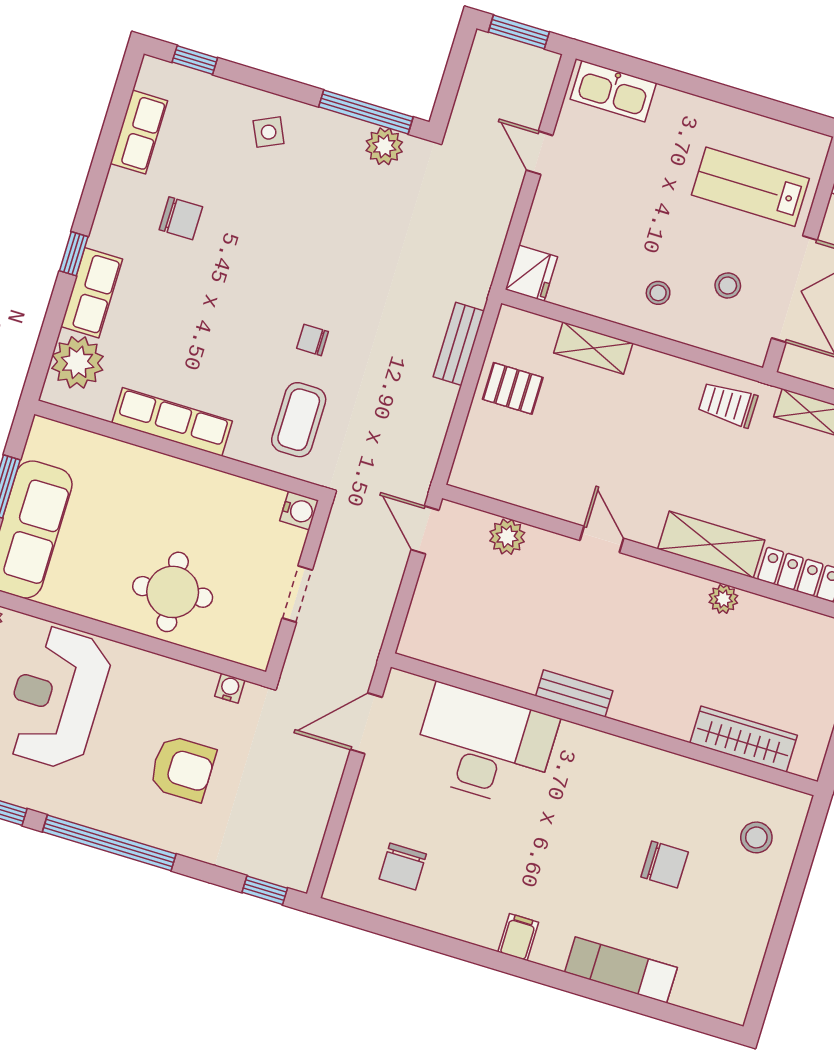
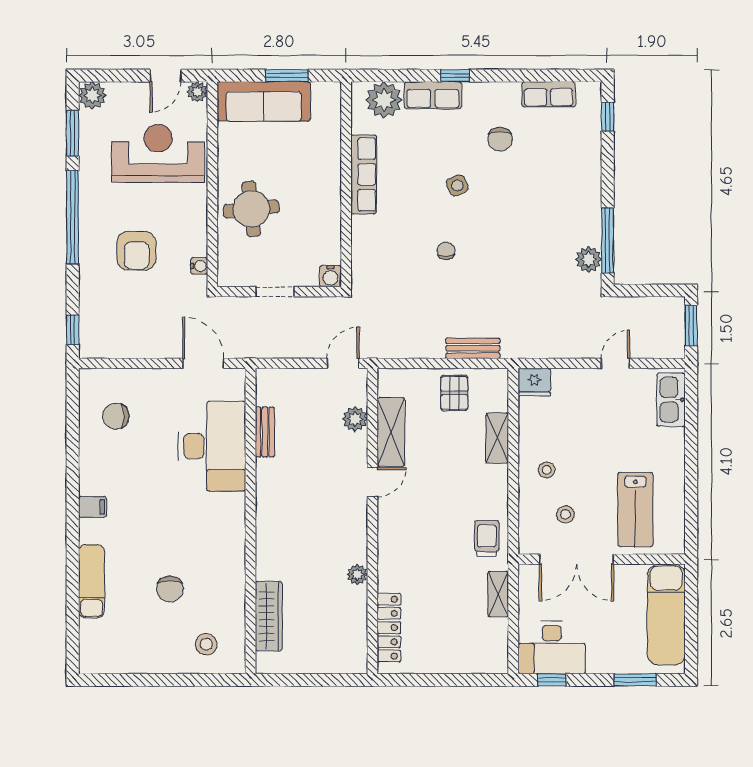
side table: (269, 132) -> (457, 185), moved
lab bench: (750, 187) -> (635, 510), turned 180
coffee table: (299, 420) -> (391, 258), removed
shelving: (711, 544) -> (391, 432), moved
bench: (574, 693) -> (265, 432), moved

